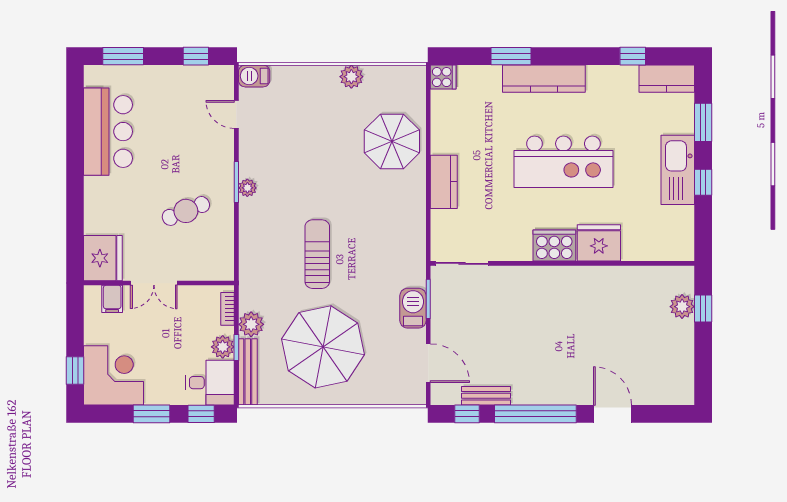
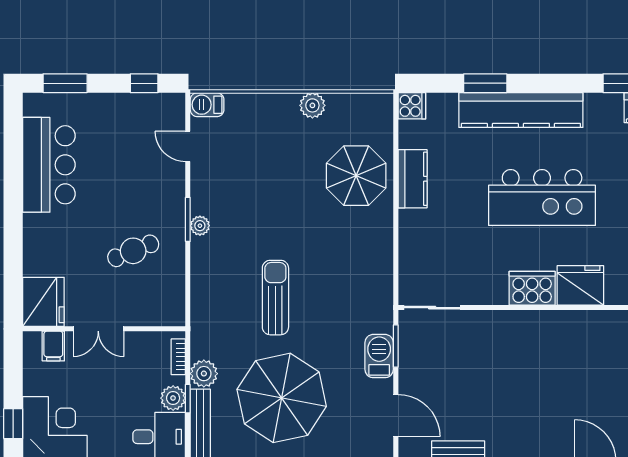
kitchen counter: (544, 79) -> (521, 110), width x1.39, depth x1.17
kitchen counter: (444, 182) -> (413, 179), moved

